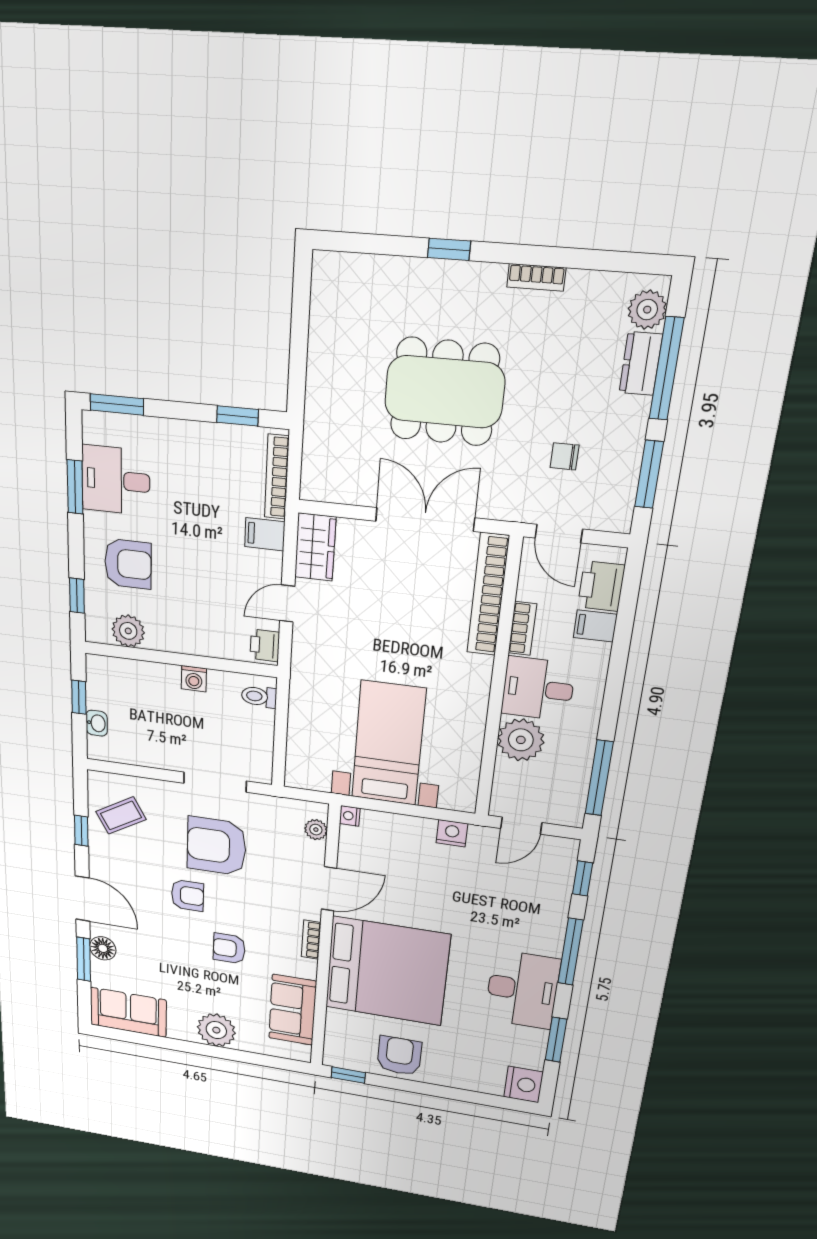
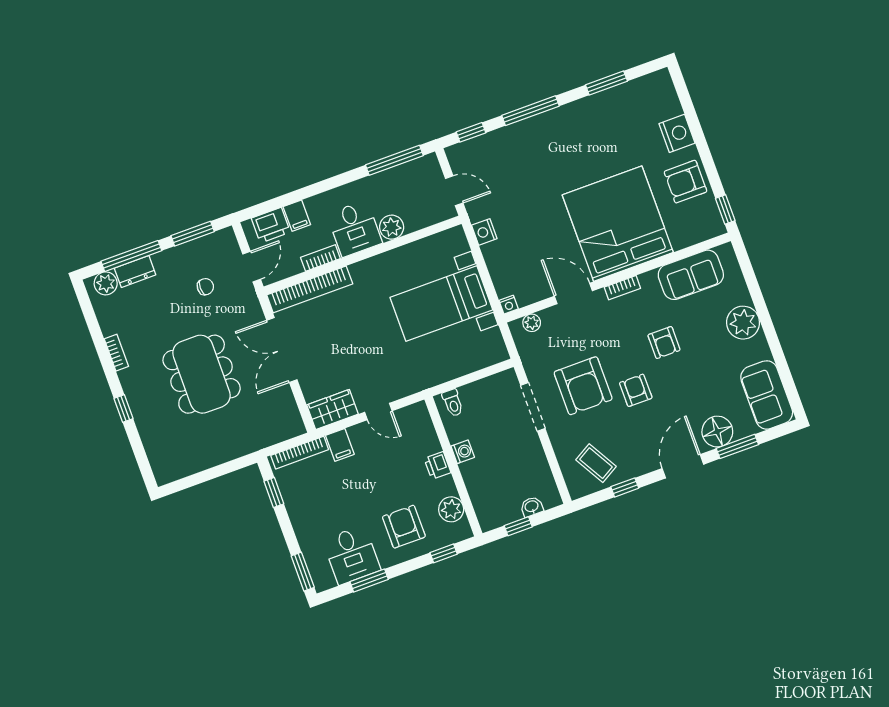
chair: (565, 456) -> (205, 287), turned -90
printer: (265, 645) -> (437, 465), moved, turned 90
plant: (521, 740) -> (392, 227), width x0.73, depth x0.73
floor lamp: (103, 948) -> (717, 432), width x1.38, depth x1.38
desk: (522, 990) -> (579, 126), removed
nightstand: (523, 1084) -> (677, 133), moved, turned 90

